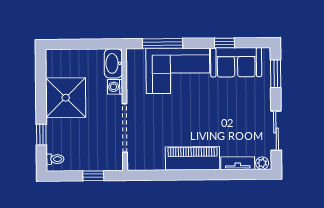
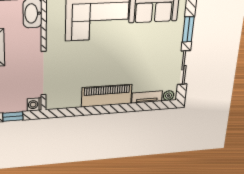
window: (276, 74) -> (188, 29), moved
washing machine: (115, 87) -> (35, 105), moved

